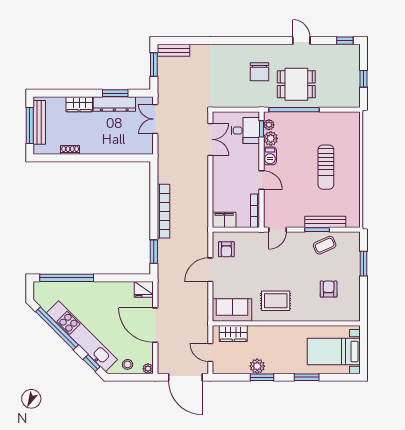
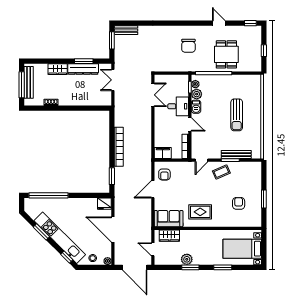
dining table: (296, 84) -> (226, 54), moved, turned 90
desk: (245, 131) -> (178, 106), moved
coffee table: (325, 245) -> (221, 172), moved
window: (364, 264) -> (264, 199), moved
window: (57, 328) -> (41, 232), width x0.47

